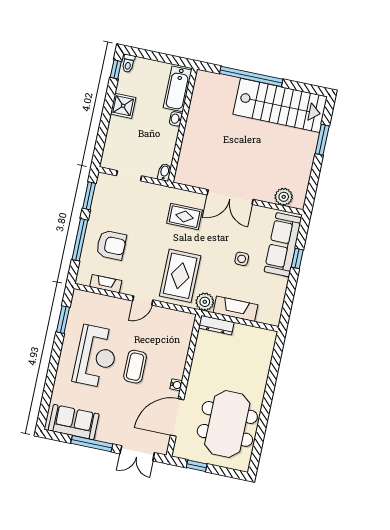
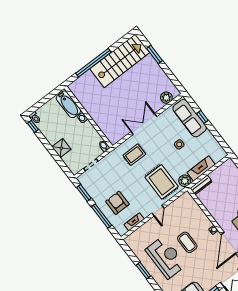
shower: (123, 106) -> (61, 148), moved
double door: (230, 197) -> (144, 124), swing flipped
armchair: (111, 245) -> (117, 203), turned -90
window: (63, 320) -> (143, 271), moved

